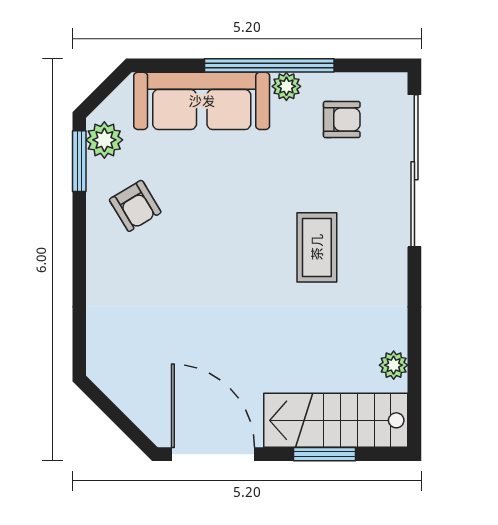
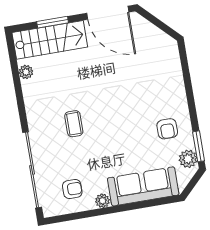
window: (269, 65) -> (113, 210), removed
armchair: (342, 119) -> (72, 189), turned 180
armchair: (135, 206) -> (167, 129), turned -149
coffee table: (317, 247) -> (74, 124), width x0.73, depth x0.77

